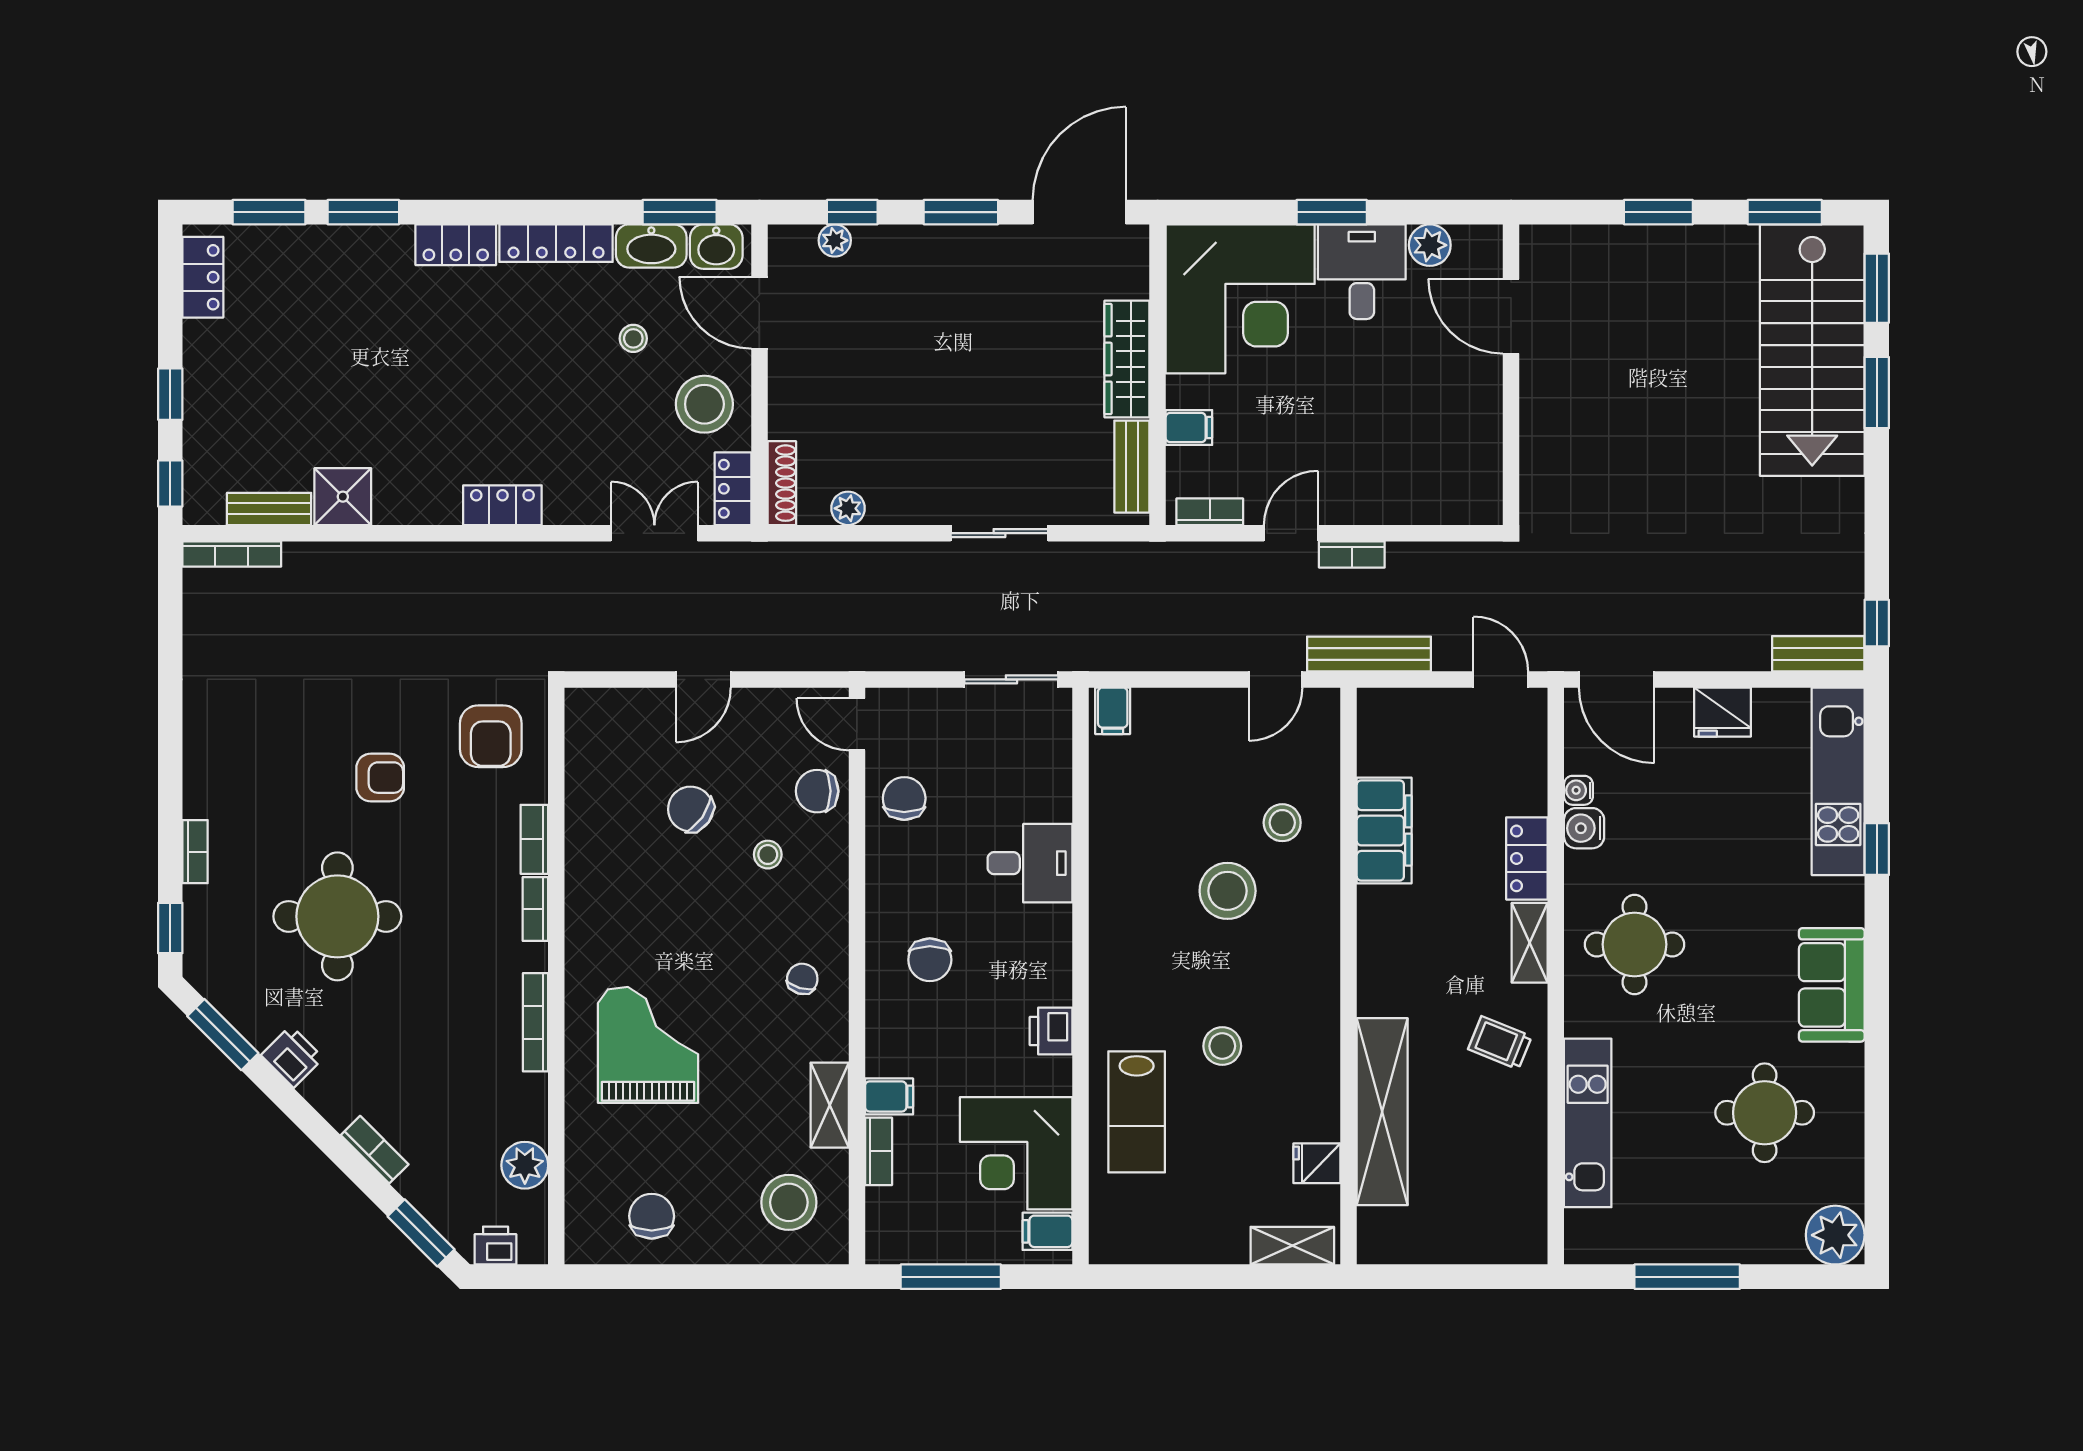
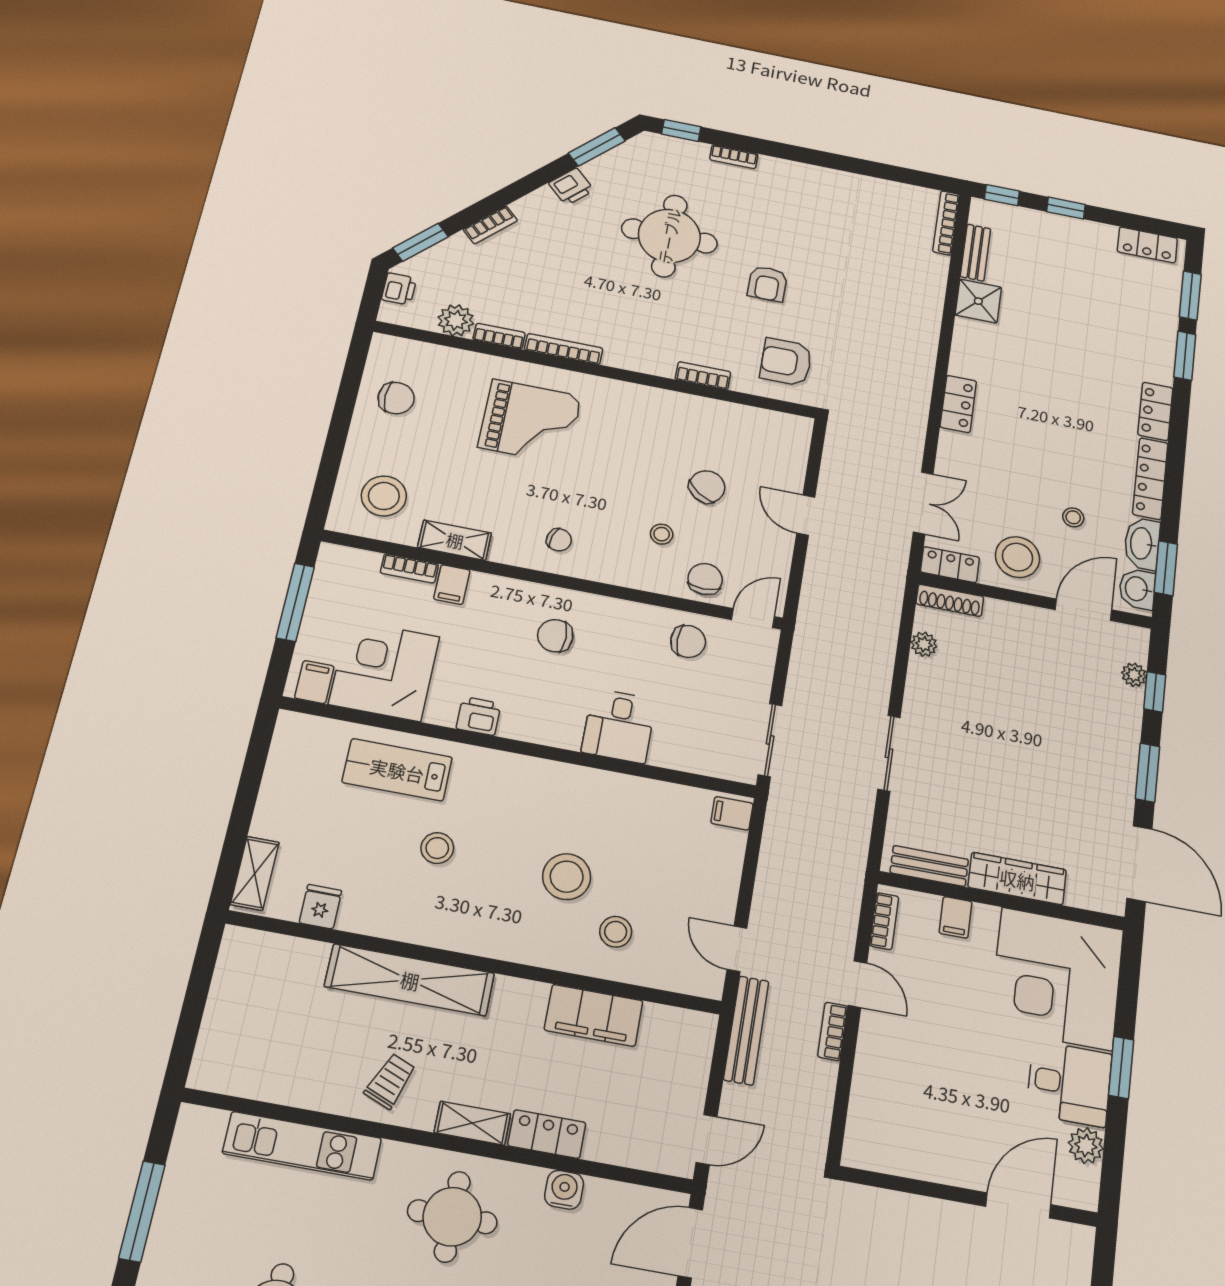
water cooler: (1578, 790) -> (598, 1191), removed
bookcase: (535, 909) -> (499, 336), moved
shelving: (1382, 1112) -> (410, 980), moved

